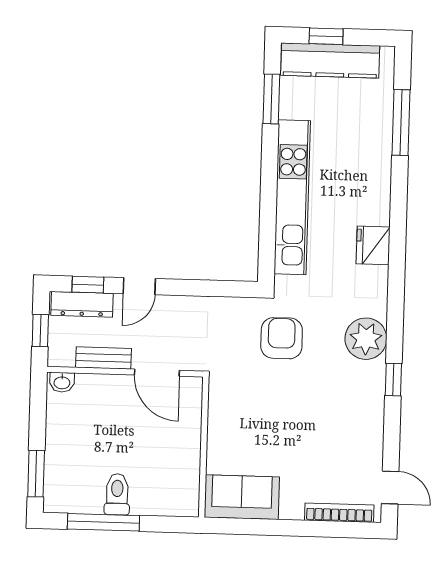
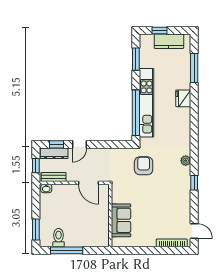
kitchen counter: (330, 61) -> (169, 41), width x0.67
window: (268, 219) -> (136, 113), added
fridge: (373, 245) -> (183, 98), moved
plant: (366, 339) -> (186, 161), width x0.53, depth x0.53
bench: (103, 358) -> (54, 177), moved
toilet: (117, 494) -> (59, 238), moved
sofa: (242, 497) -> (121, 220), moved, turned 90

